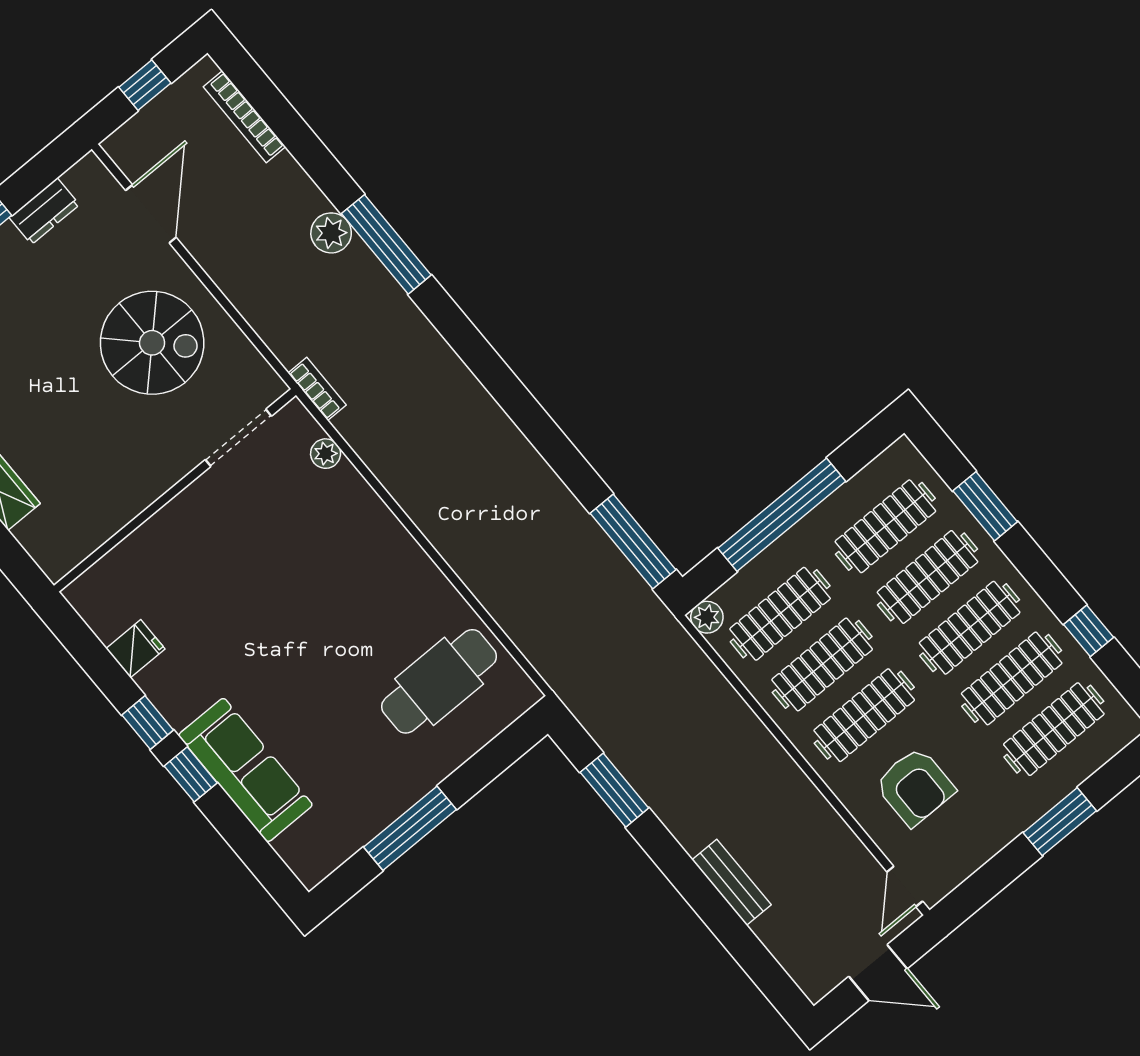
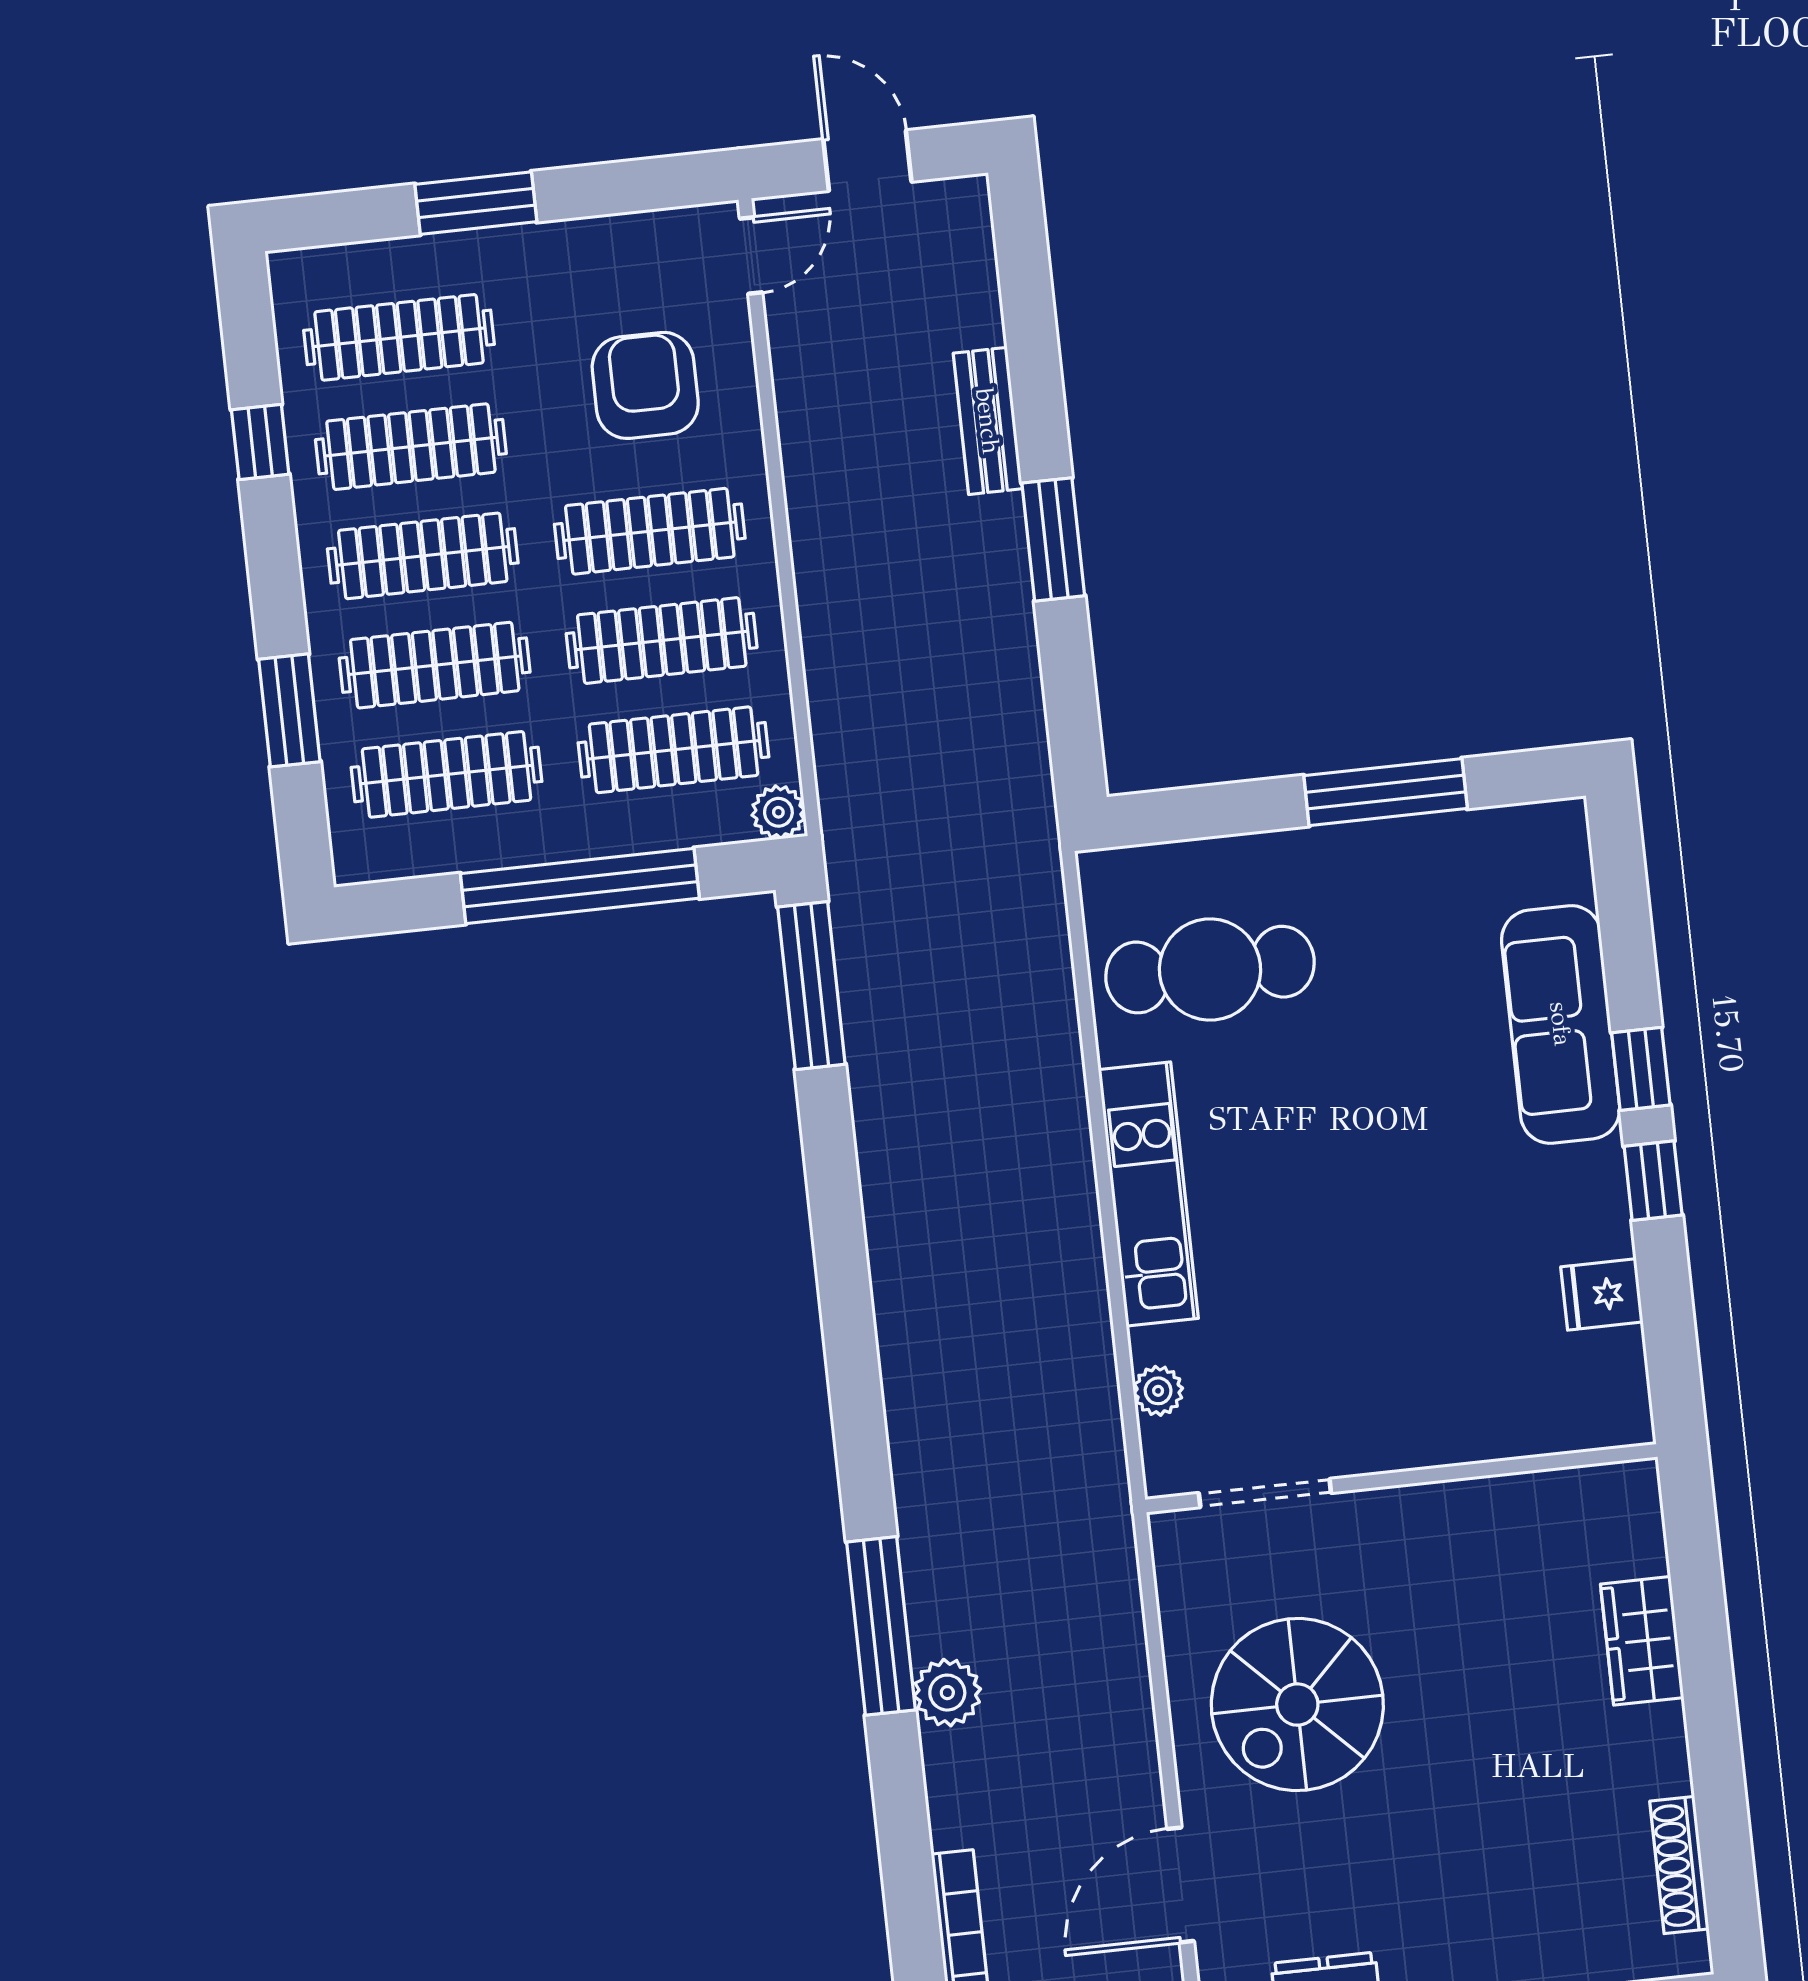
spiral stairs: (152, 343) -> (1297, 1705), turned -90
bookcase: (317, 389) -> (1110, 1489), removed
kitchen unit: (396, 549) -> (1148, 1194), added
window: (614, 790) -> (1053, 539), moved

